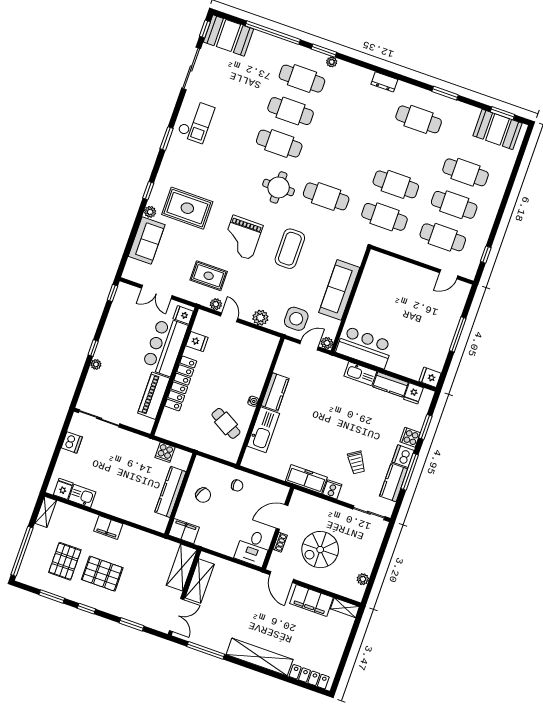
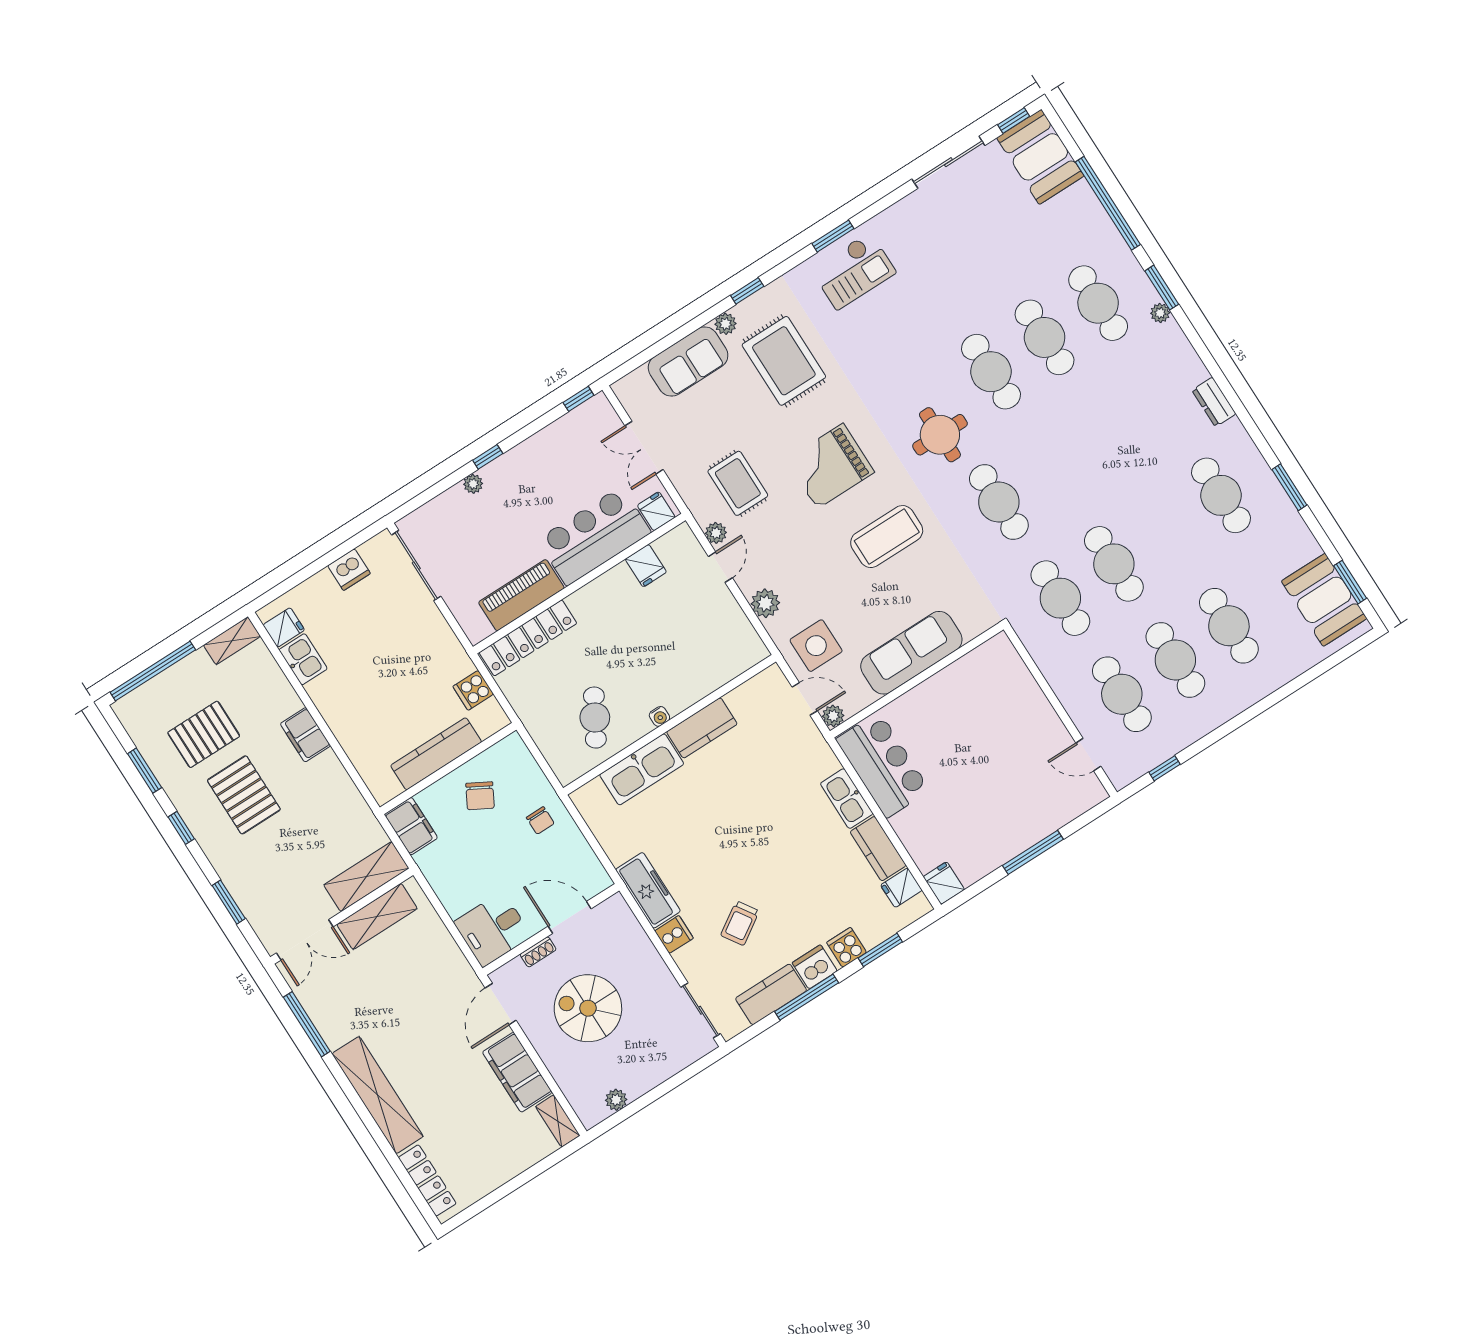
checkout: (196, 121) -> (853, 271), moved
locker: (181, 384) -> (528, 638), moved

